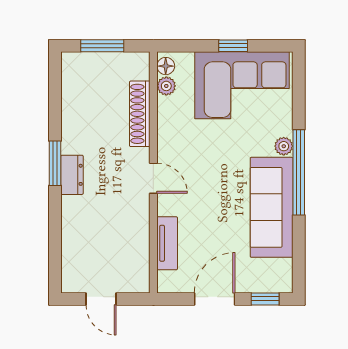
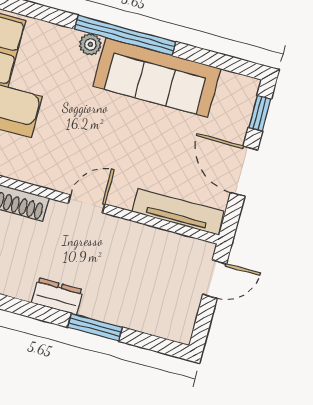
window: (55, 163) -> (95, 327), moved
tv unit: (167, 243) -> (178, 212), width x1.41
door: (101, 299) -> (215, 279), moved

